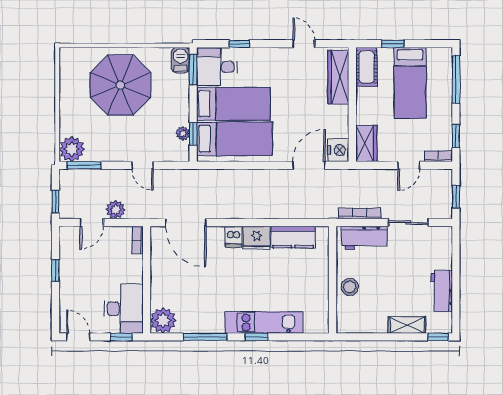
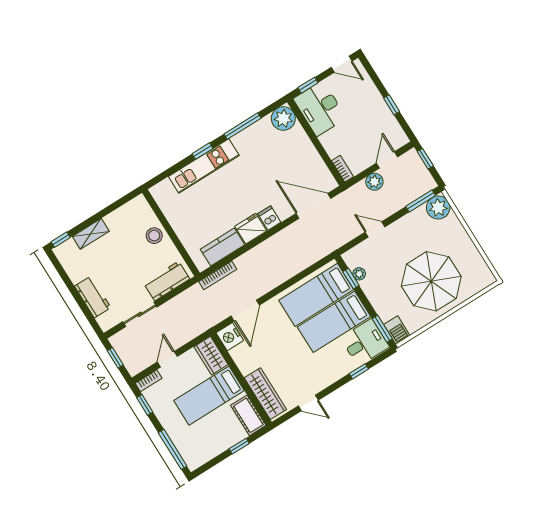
bed: (410, 83) -> (209, 396), moved, turned -90
bookcase: (360, 214) -> (218, 275), moved
workbench: (442, 291) -> (93, 297), moved

